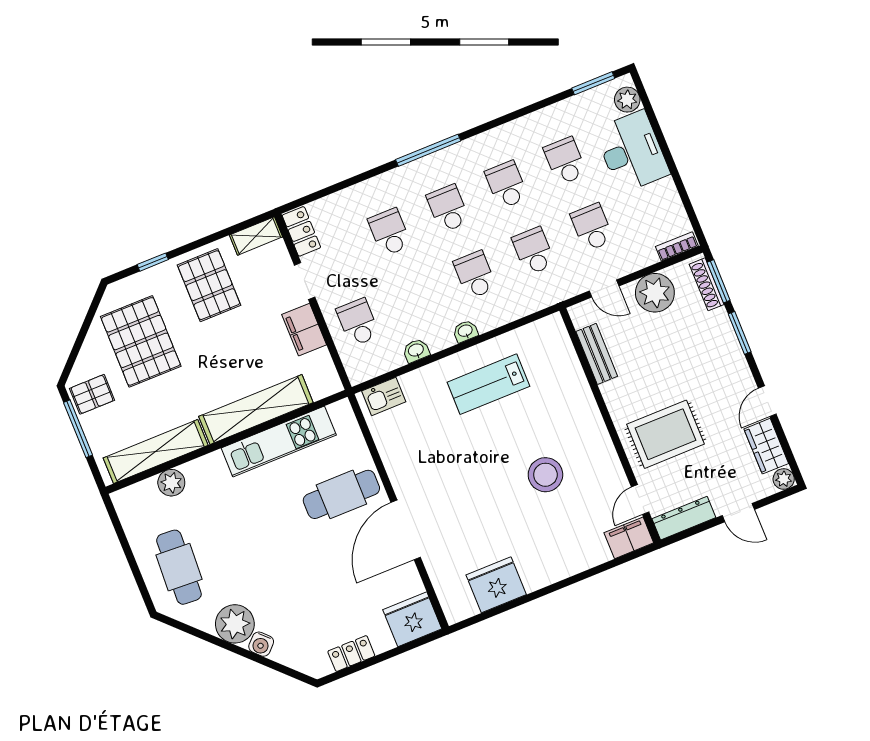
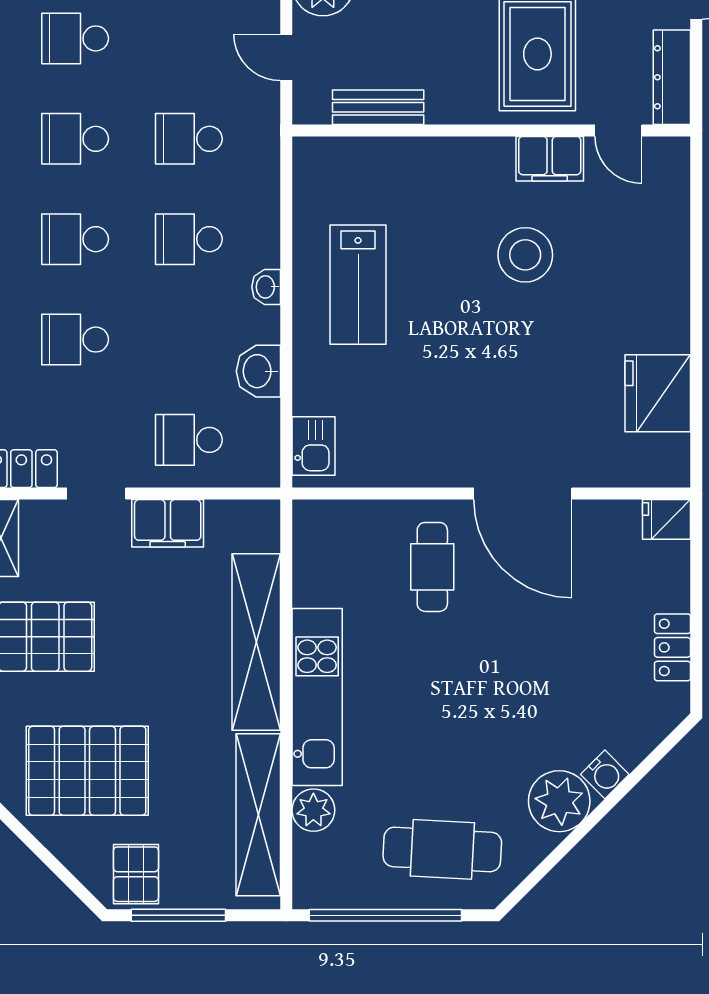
school desk: (592, 227) -> (189, 38), removed
door: (604, 288) -> (286, 57), swing flipped
washbasin: (416, 351) -> (258, 371), width x1.38, depth x1.45
kitchen unit: (279, 442) -> (317, 697), moved
cafe table: (341, 494) -> (432, 567), width x0.73, depth x0.74
filing cabinet: (629, 538) -> (550, 159), moved, turned -90
window: (127, 550) -> (385, 915), added
fridge: (412, 619) -> (667, 519), width x0.53, depth x0.75

